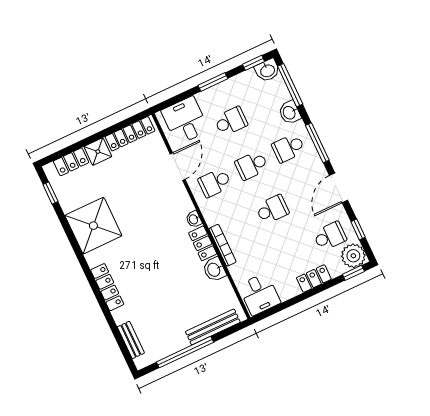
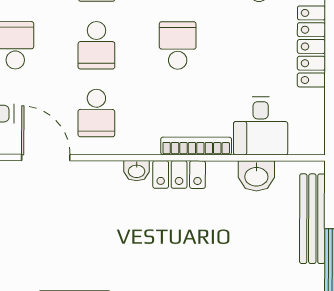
washbasin: (214, 270) -> (256, 176), moved
locker: (314, 278) -> (311, 46), width x1.53
desk: (259, 294) -> (261, 126), moved, turned 90

